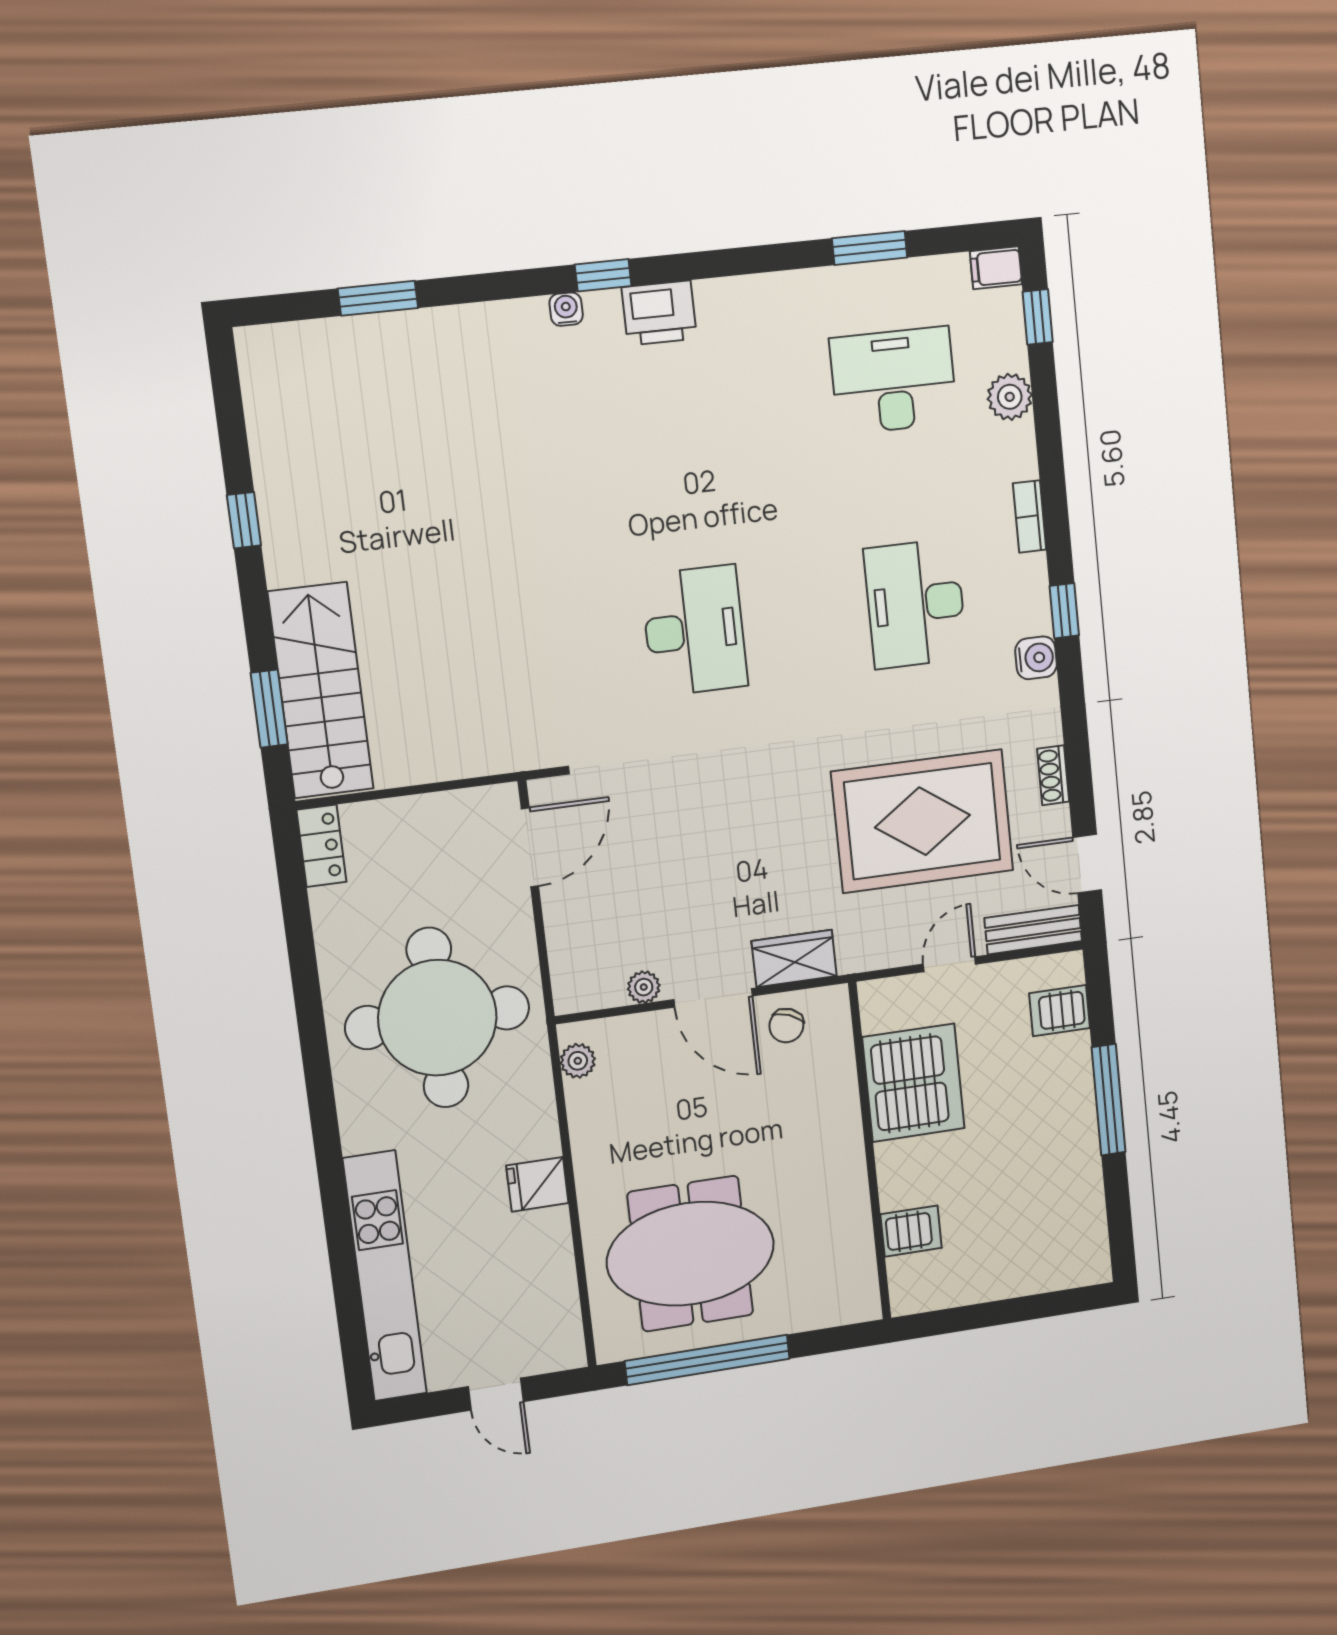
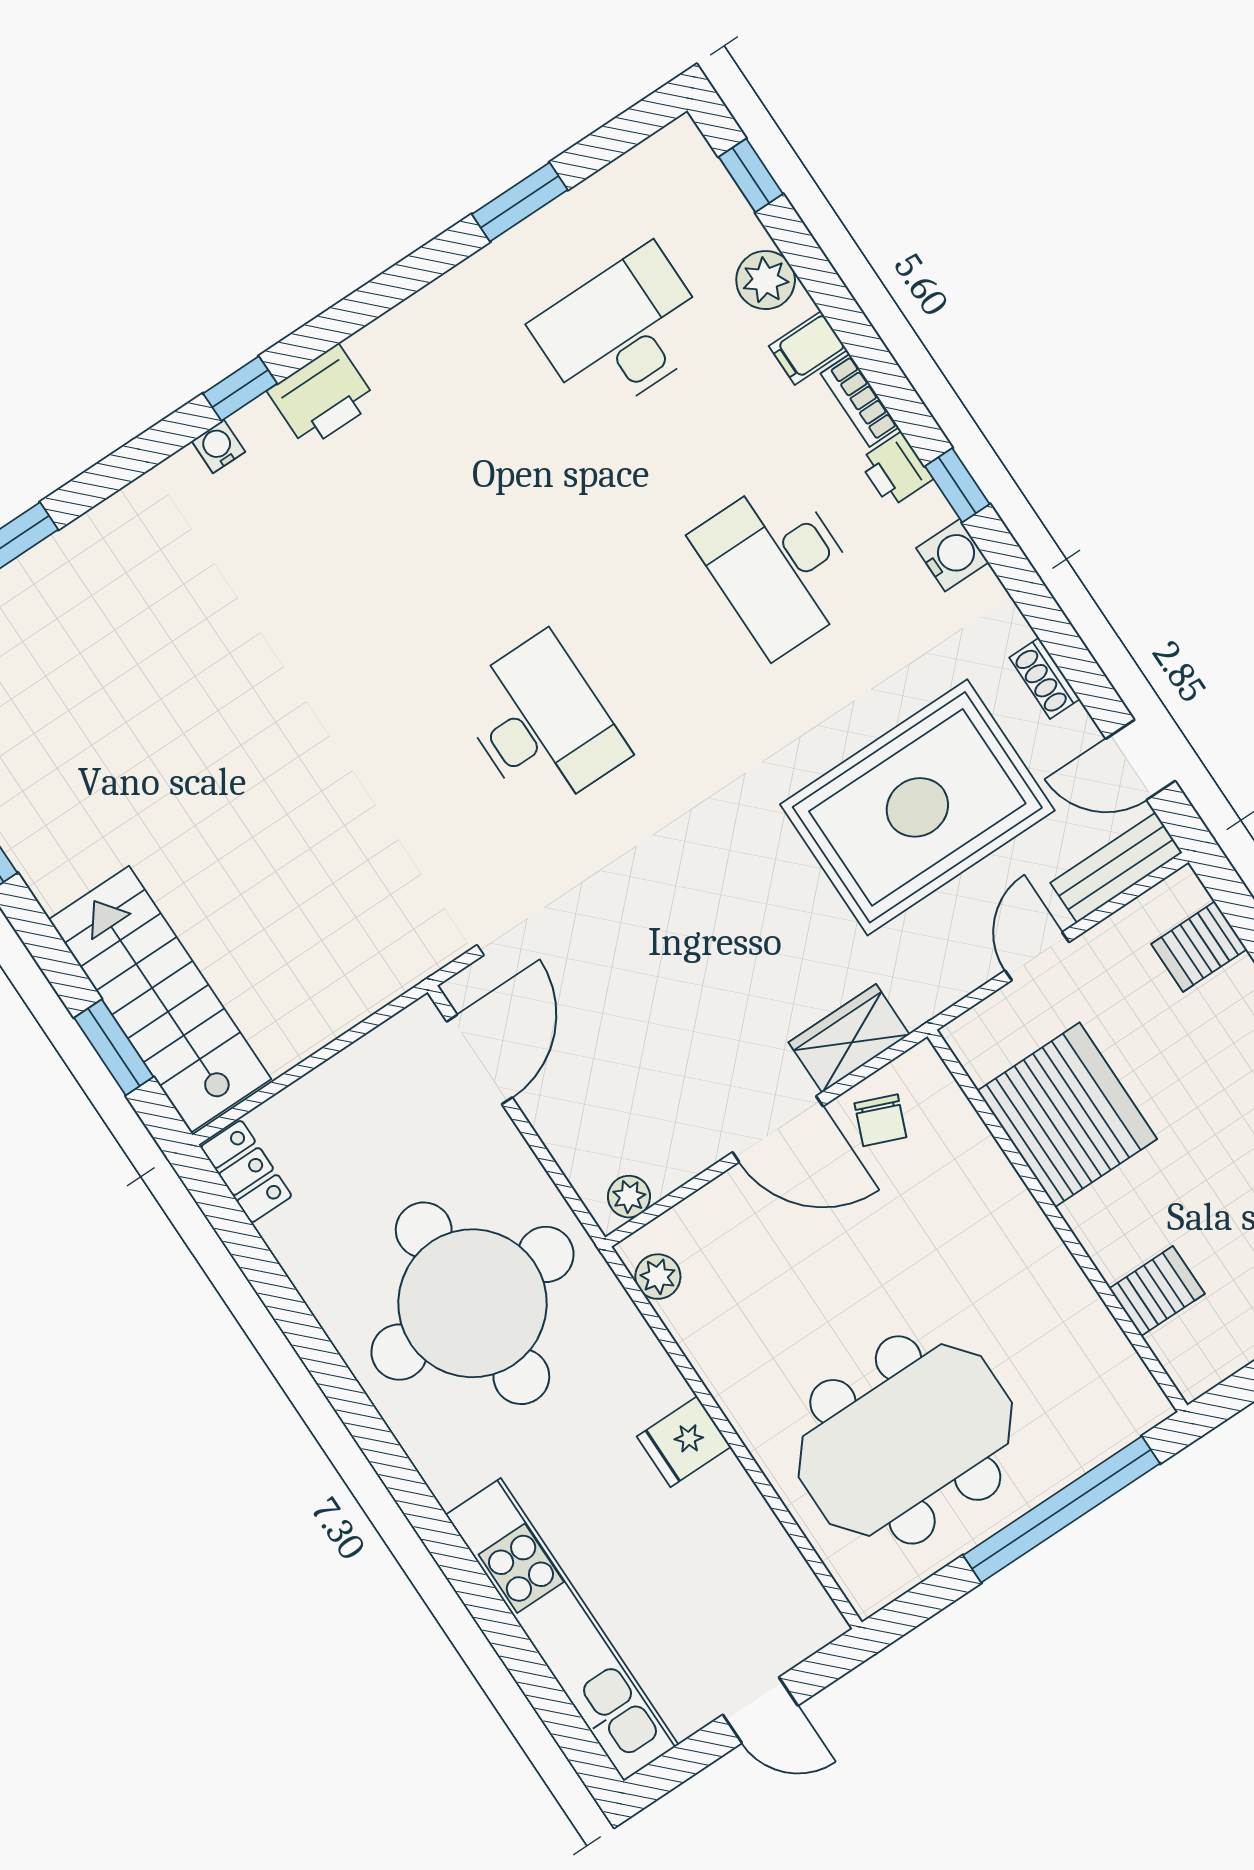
filing cabinet: (996, 268) -> (808, 348), moved
printer: (1029, 578) -> (896, 470), added
plant: (644, 987) -> (629, 1197), moved
window: (707, 1360) -> (1061, 1509), moved

